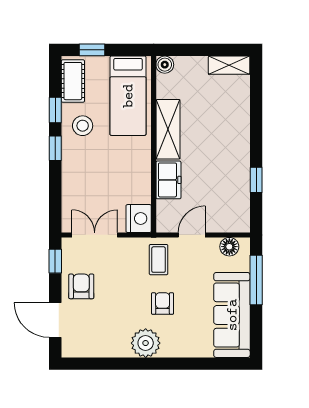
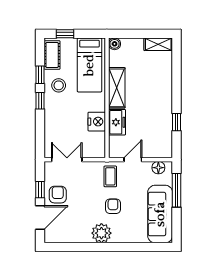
nightstand: (139, 219) -> (97, 122), moved
window: (55, 261) -> (40, 190), moved
door: (55, 320) -> (40, 217), swing flipped

